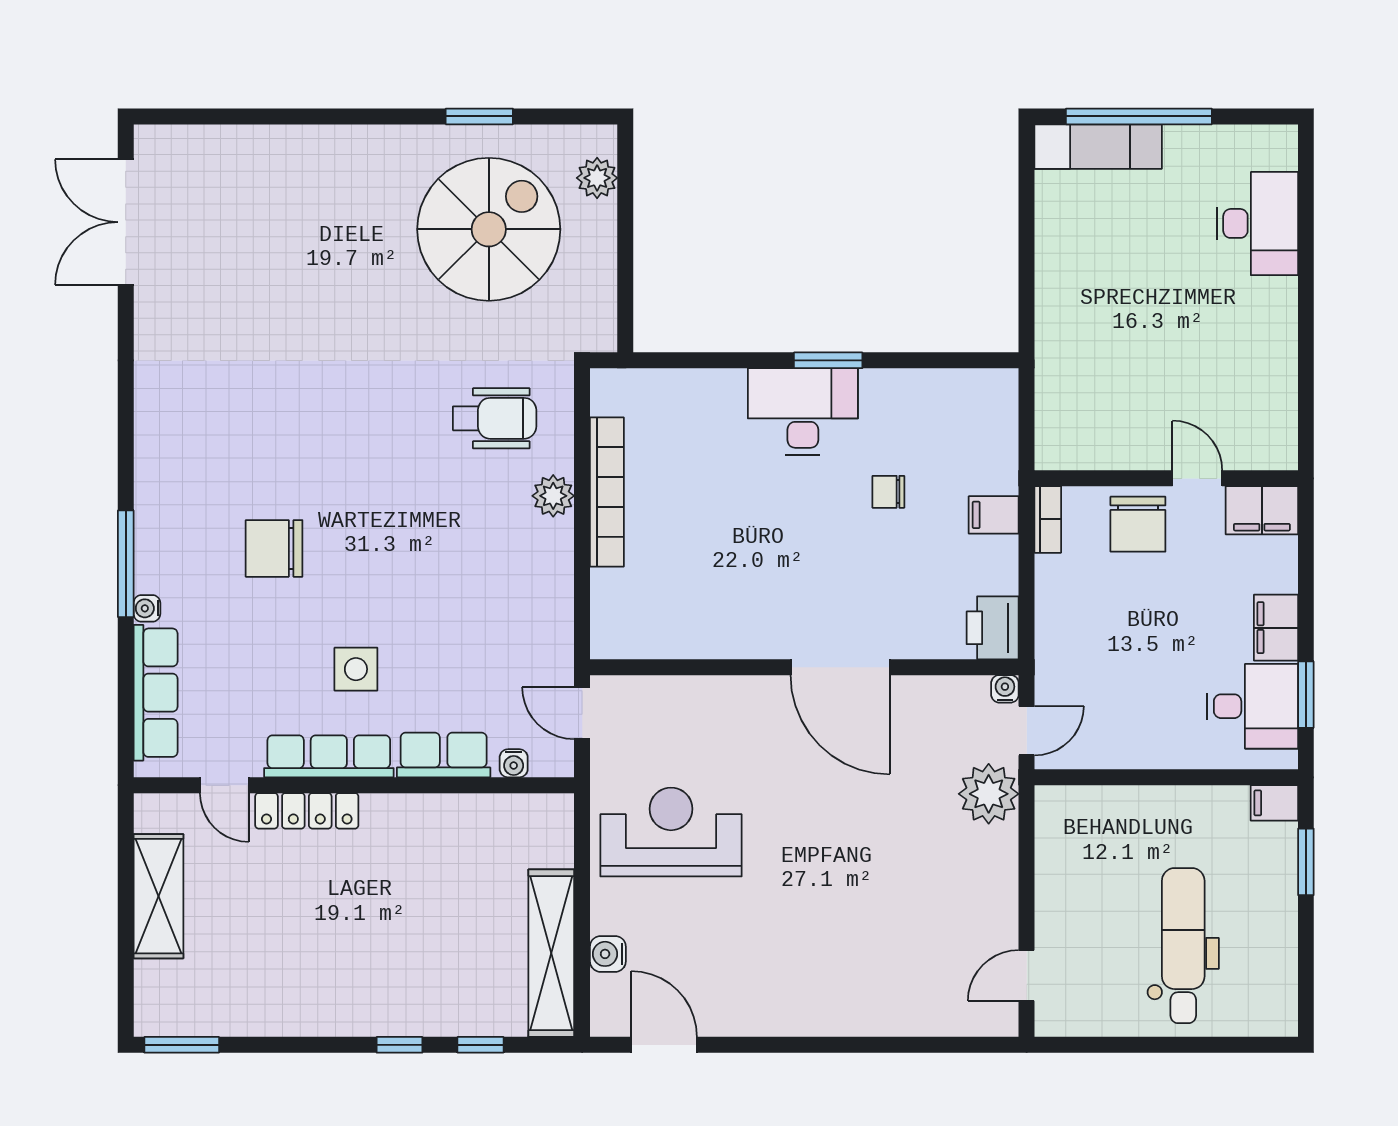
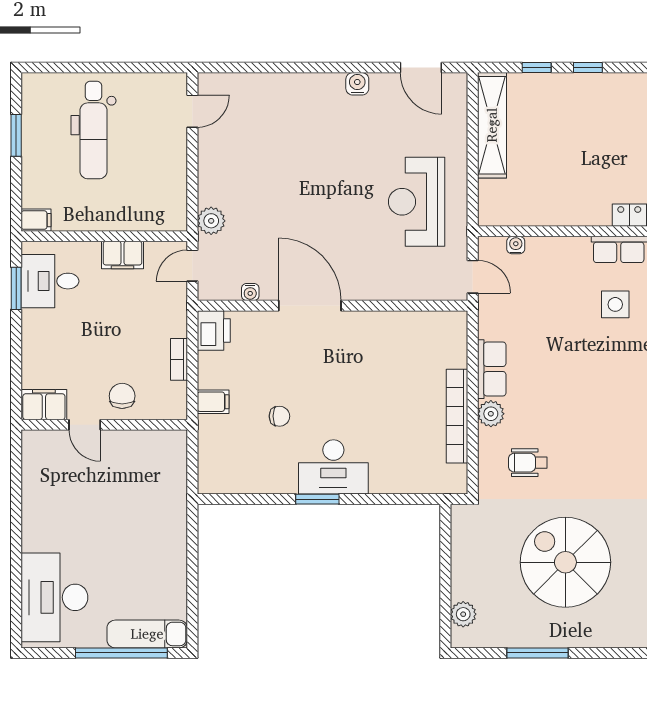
window: (479, 116) -> (537, 653), width x1.44
desk: (1257, 223) -> (54, 597), width x1.36, depth x1.30
spiral stairs: (489, 229) -> (565, 562), moved, turned 90
wheelchair: (495, 418) -> (528, 463), width x0.73, depth x0.73
bookcase: (1048, 519) -> (179, 359), moved
chair: (1138, 524) -> (122, 396), width x0.73, depth x0.73
filing cabinet: (1276, 628) -> (123, 255), moved, turned 90
water cooler: (1005, 689) -> (250, 292), moved
row of seats: (444, 755) -> (492, 369), moved, turned -90
plant: (989, 794) -> (211, 221), width x0.73, depth x0.73
reception desk: (671, 832) -> (417, 202), turned 90
window: (1306, 862) -> (16, 135), moved
water cooler: (608, 954) -> (357, 84), moved, turned -90

